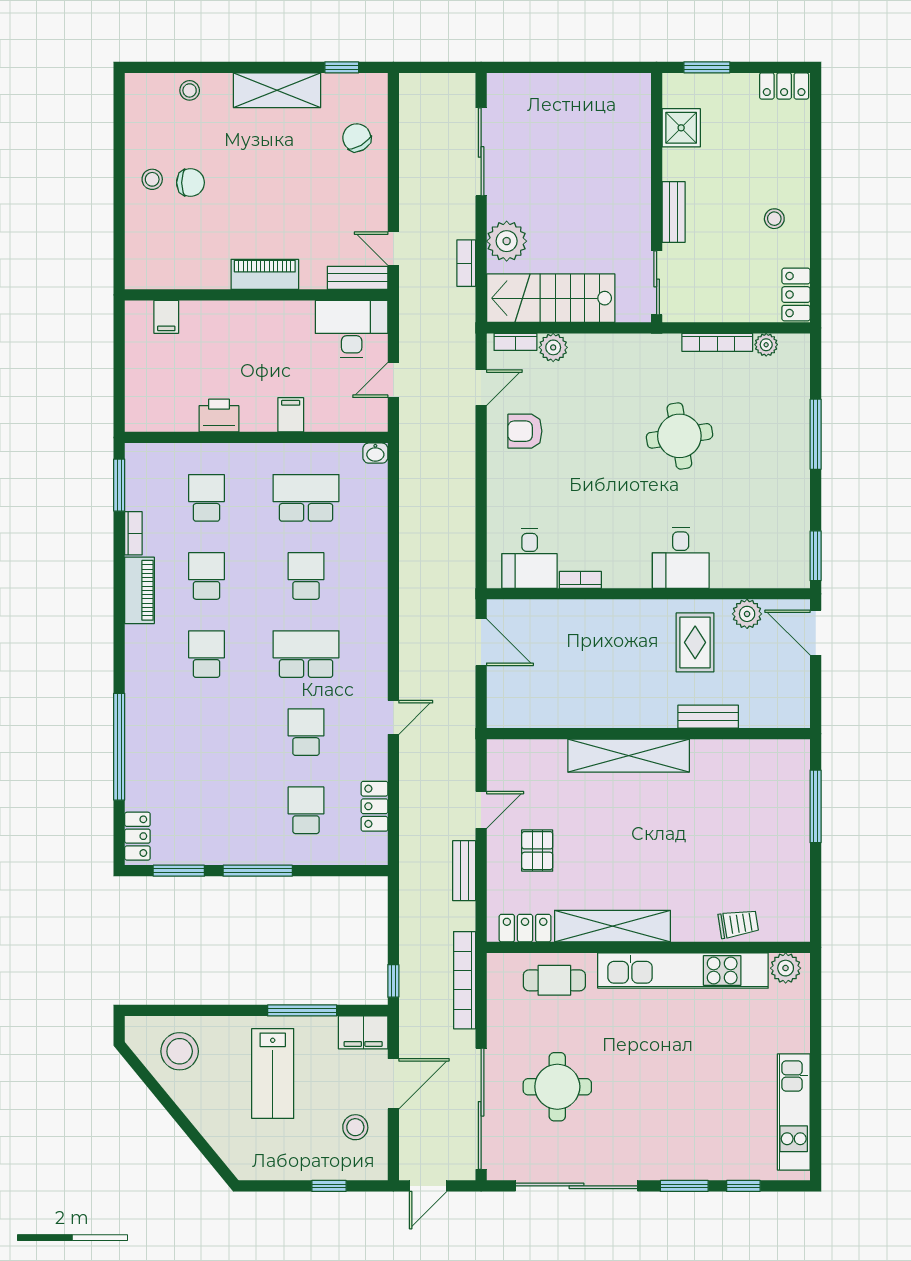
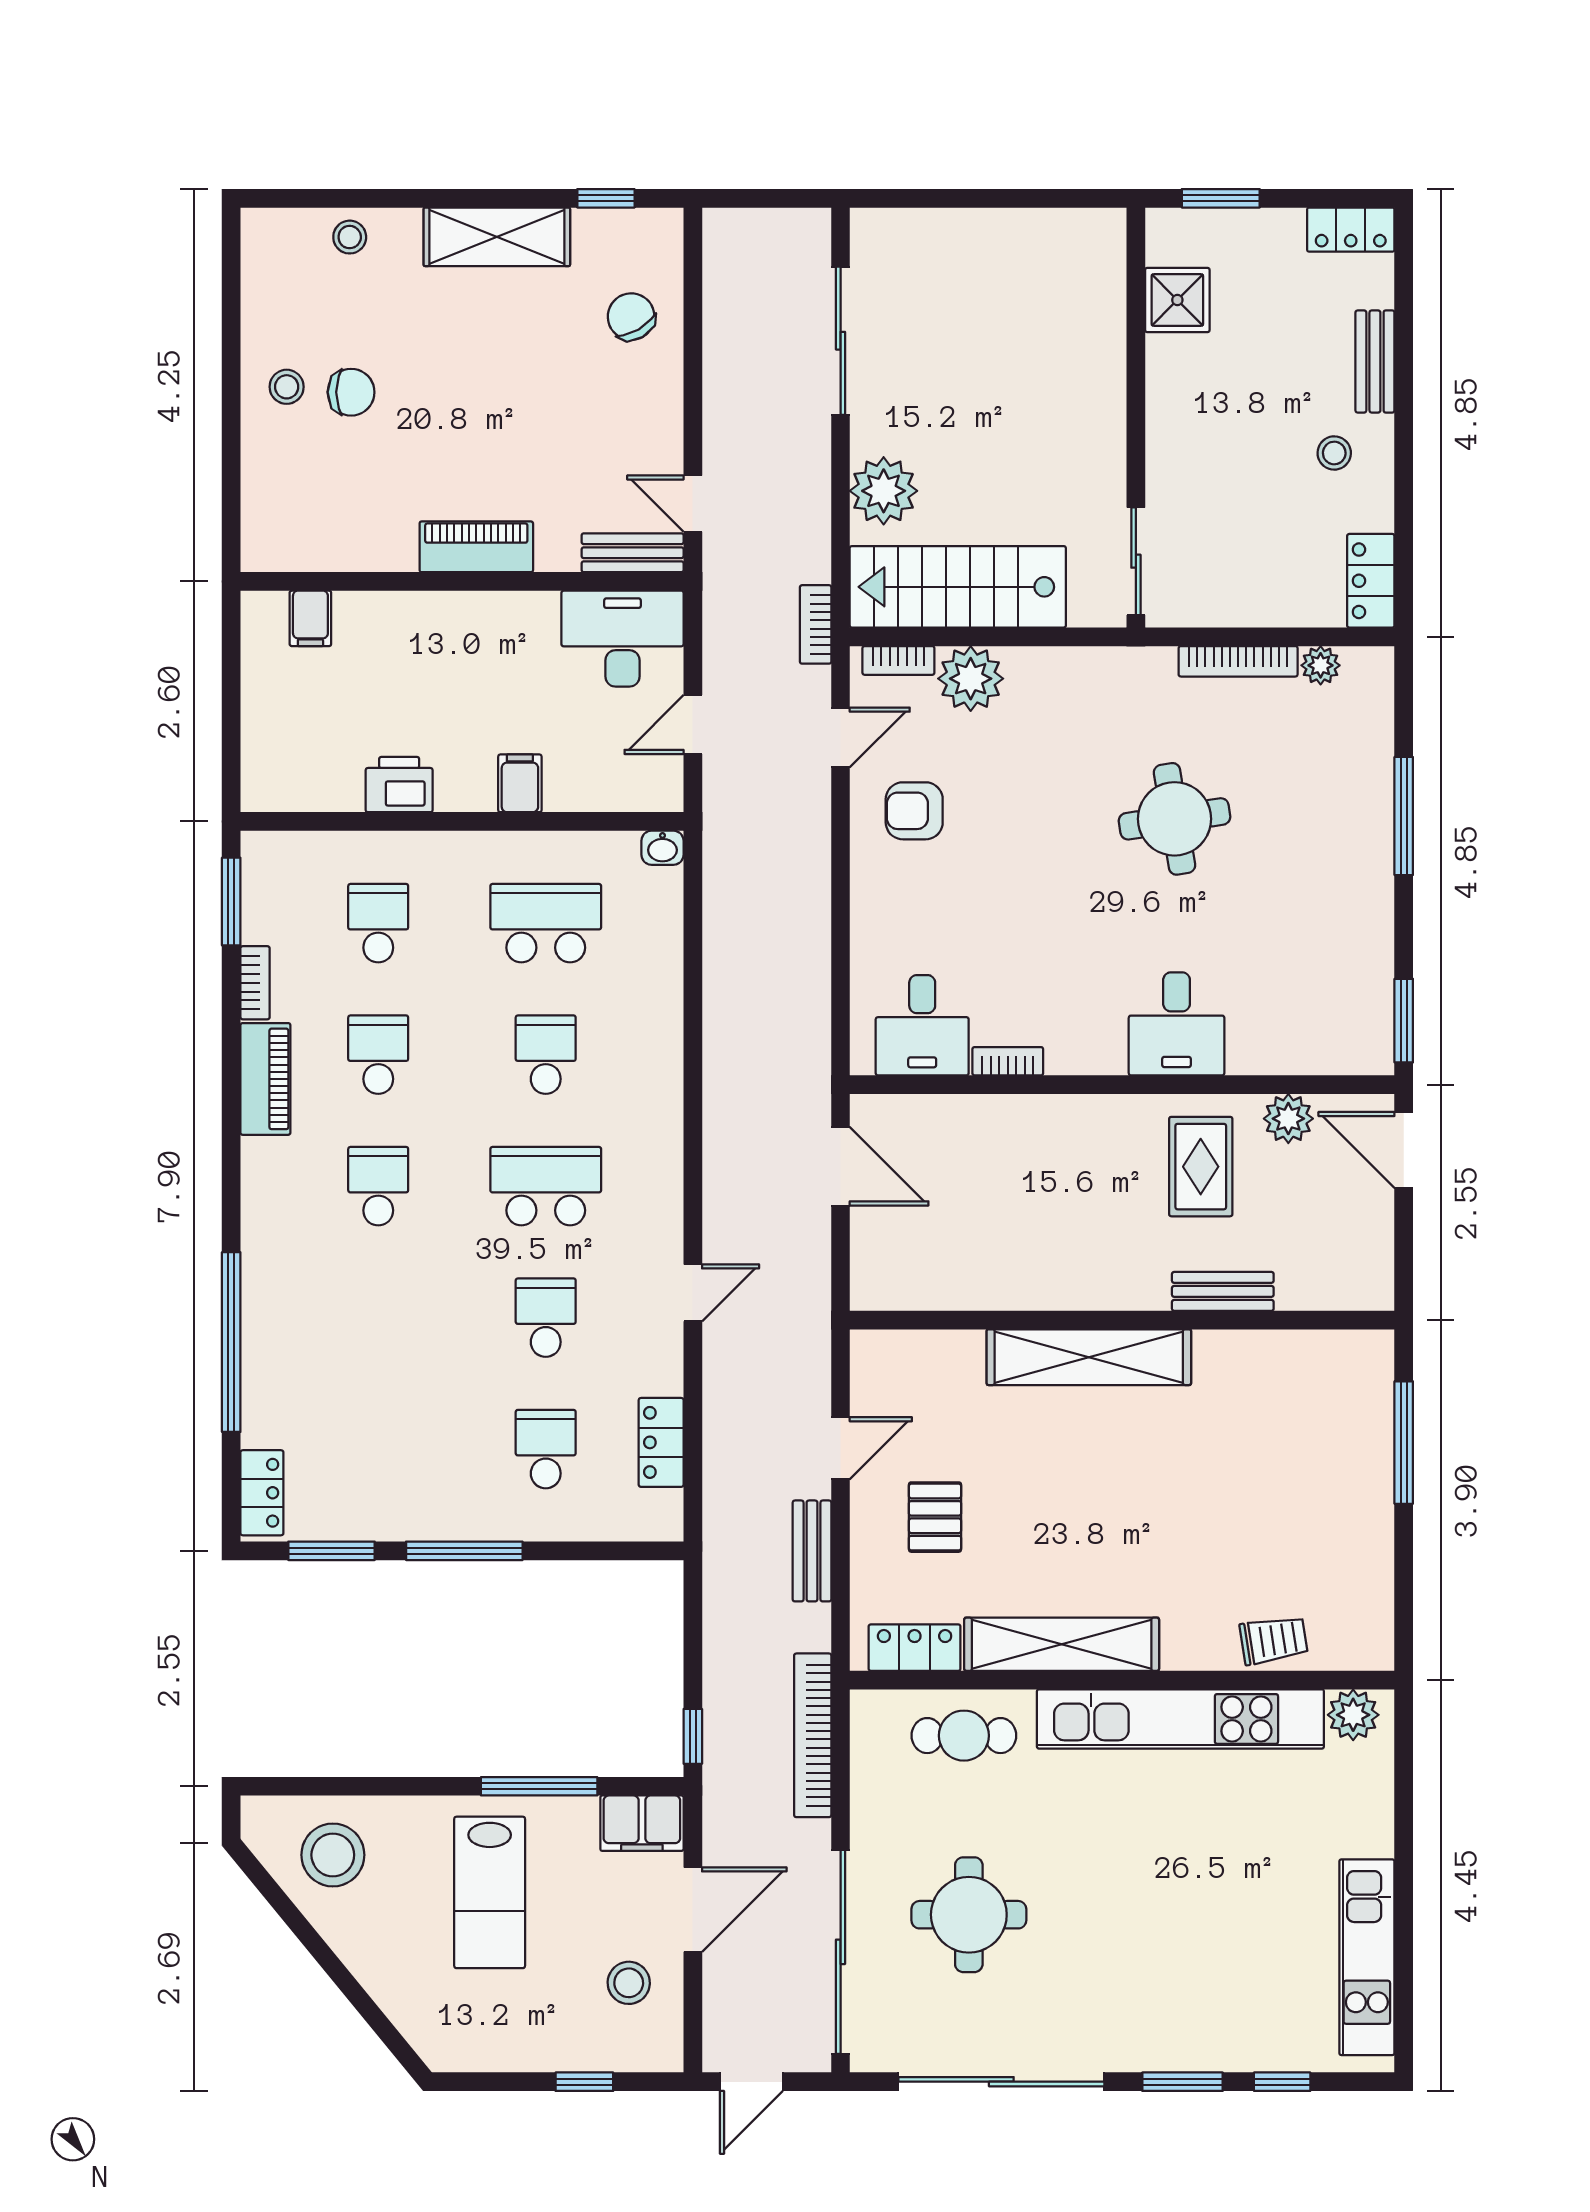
bench: (674, 212) -> (1375, 361), moved
bookcase: (466, 263) -> (816, 624), moved
plant: (553, 347) -> (971, 679), width x1.36, depth x1.36

